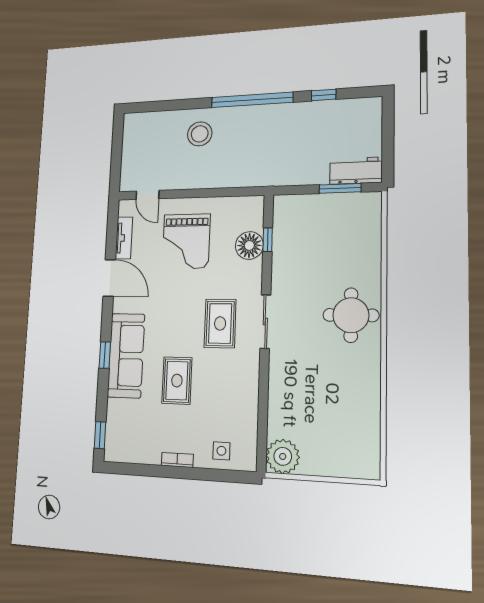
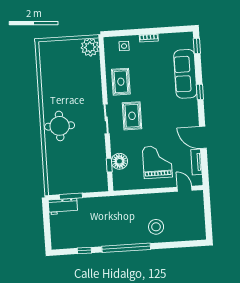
sofa: (126, 355) -> (185, 74), moved
rug: (177, 381) -> (121, 82), moved

